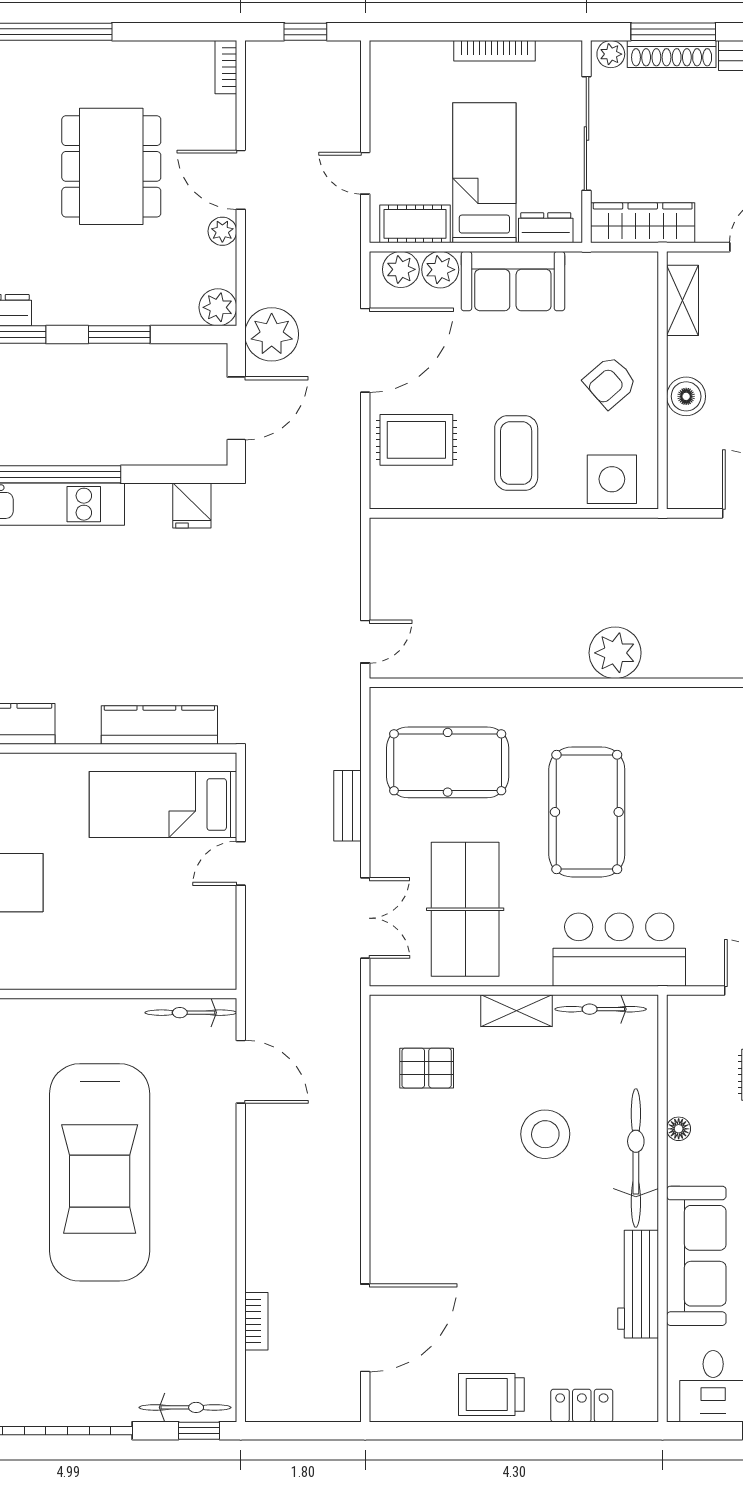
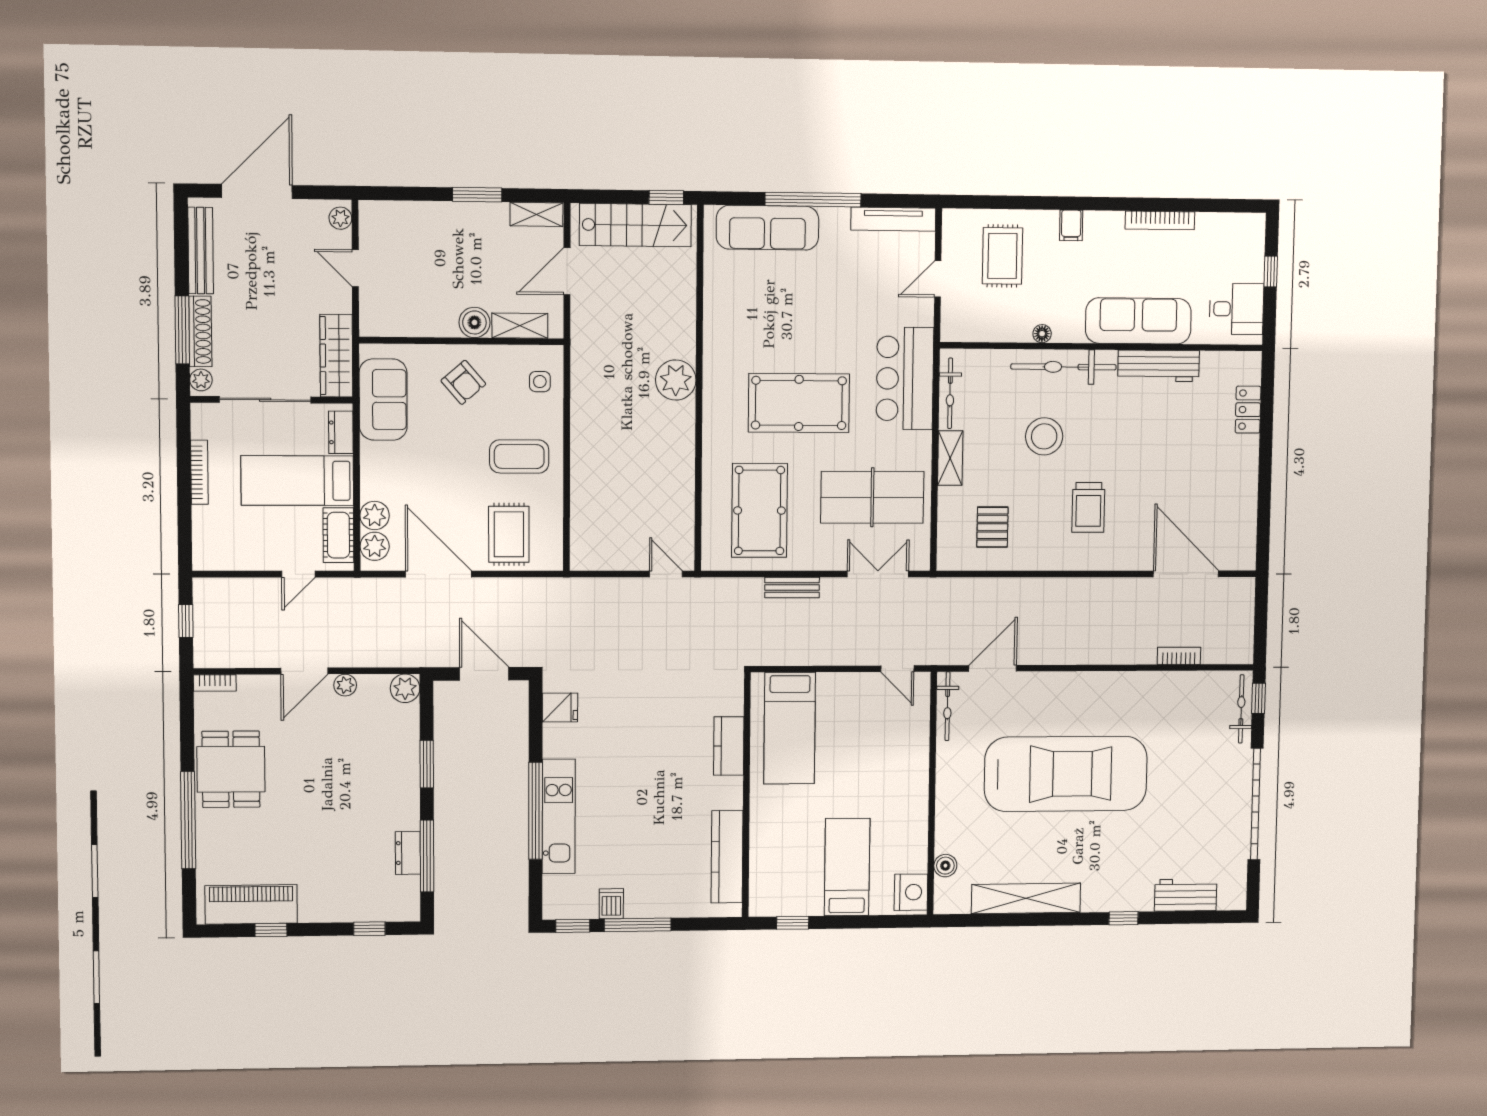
dining table: (111, 166) -> (231, 769), moved, width x0.73
sofa: (513, 281) -> (383, 400), moved
shelving: (683, 300) -> (520, 326), moved
plant: (272, 334) -> (426, 647), removed
side table: (612, 479) -> (540, 382), width x0.54, depth x0.54
kitchen counter: (159, 725) -> (729, 746), width x0.67
door: (241, 863) -> (897, 669), moved
trolley: (491, 1394) -> (1088, 507), moved

